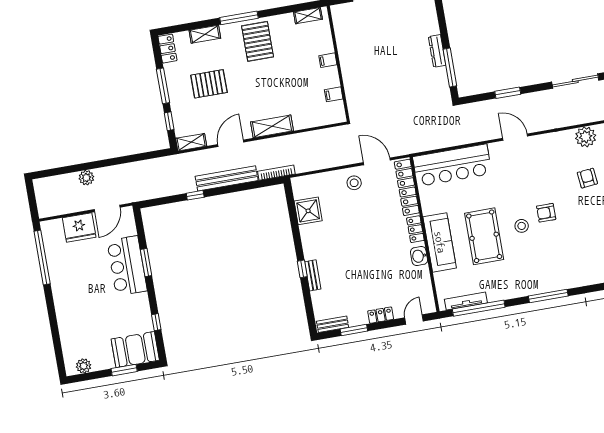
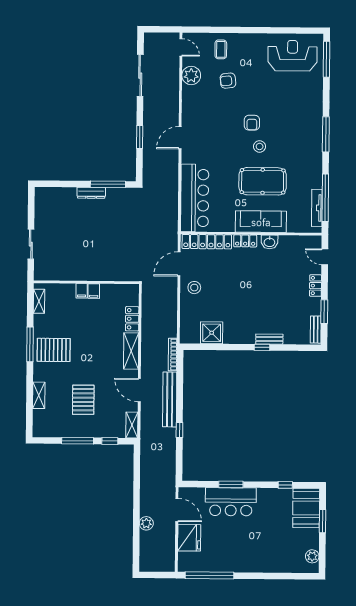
window: (239, 18) -> (30, 344), moved
locker: (167, 49) -> (132, 319), moved, turned -90
filing cabinet: (334, 94) -> (94, 291), moved

